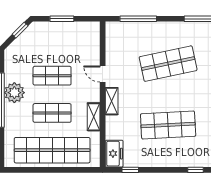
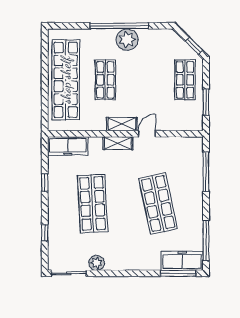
window: (62, 19) -> (206, 102), moved
shop shelf: (52, 76) -> (185, 80), moved
shelving: (94, 117) -> (122, 124), moved
freezer: (114, 154) -> (68, 146), width x1.40
window: (130, 170) -> (45, 183), moved

